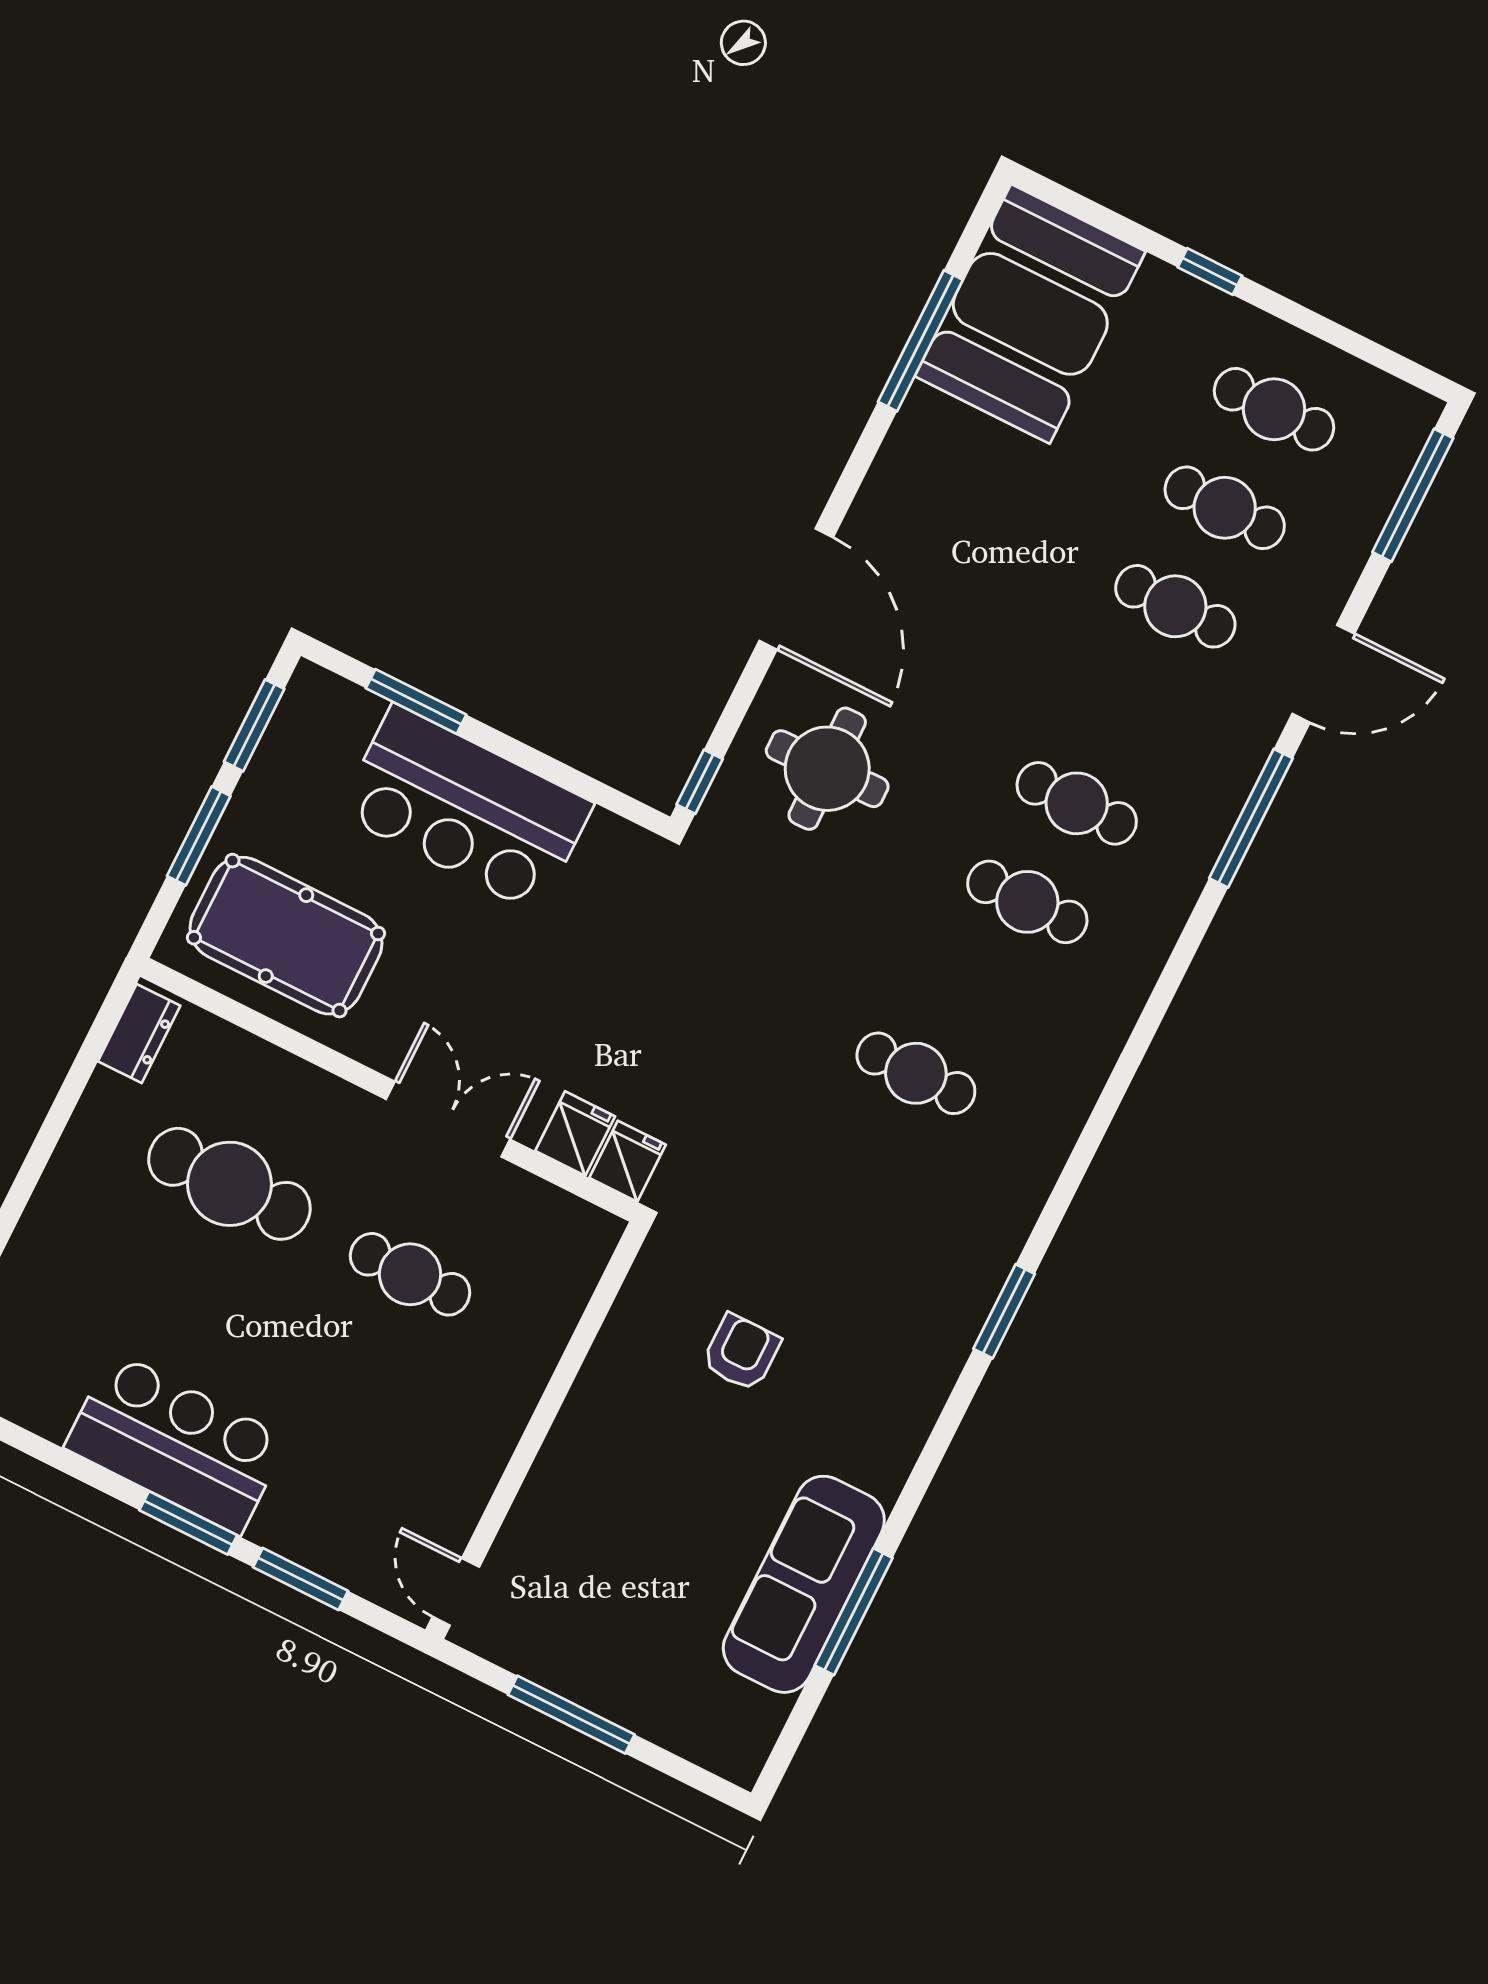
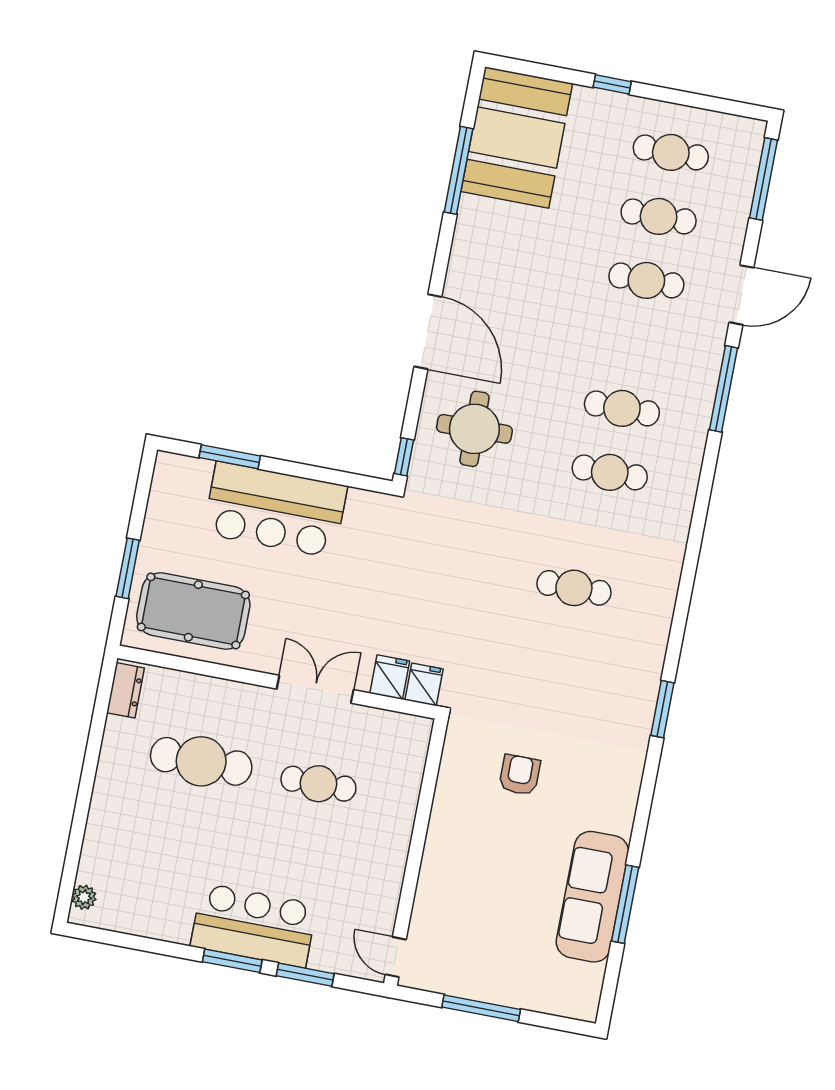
window: (254, 725) -> (141, 496), removed
bar counter: (176, 1443) -> (254, 925), moved

